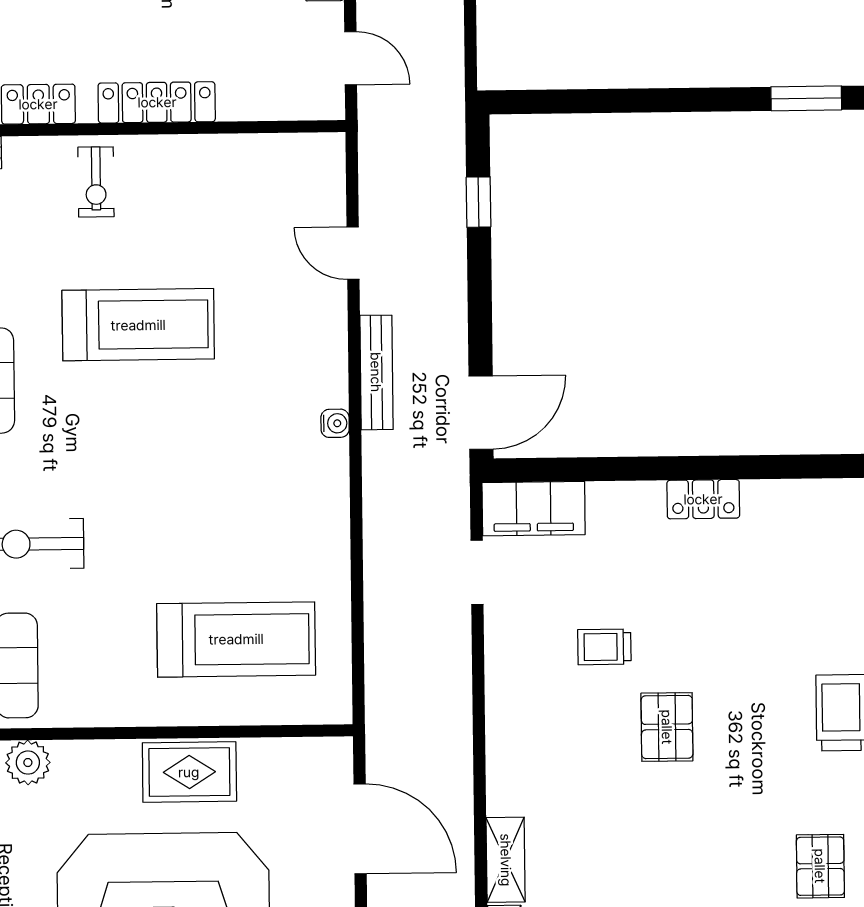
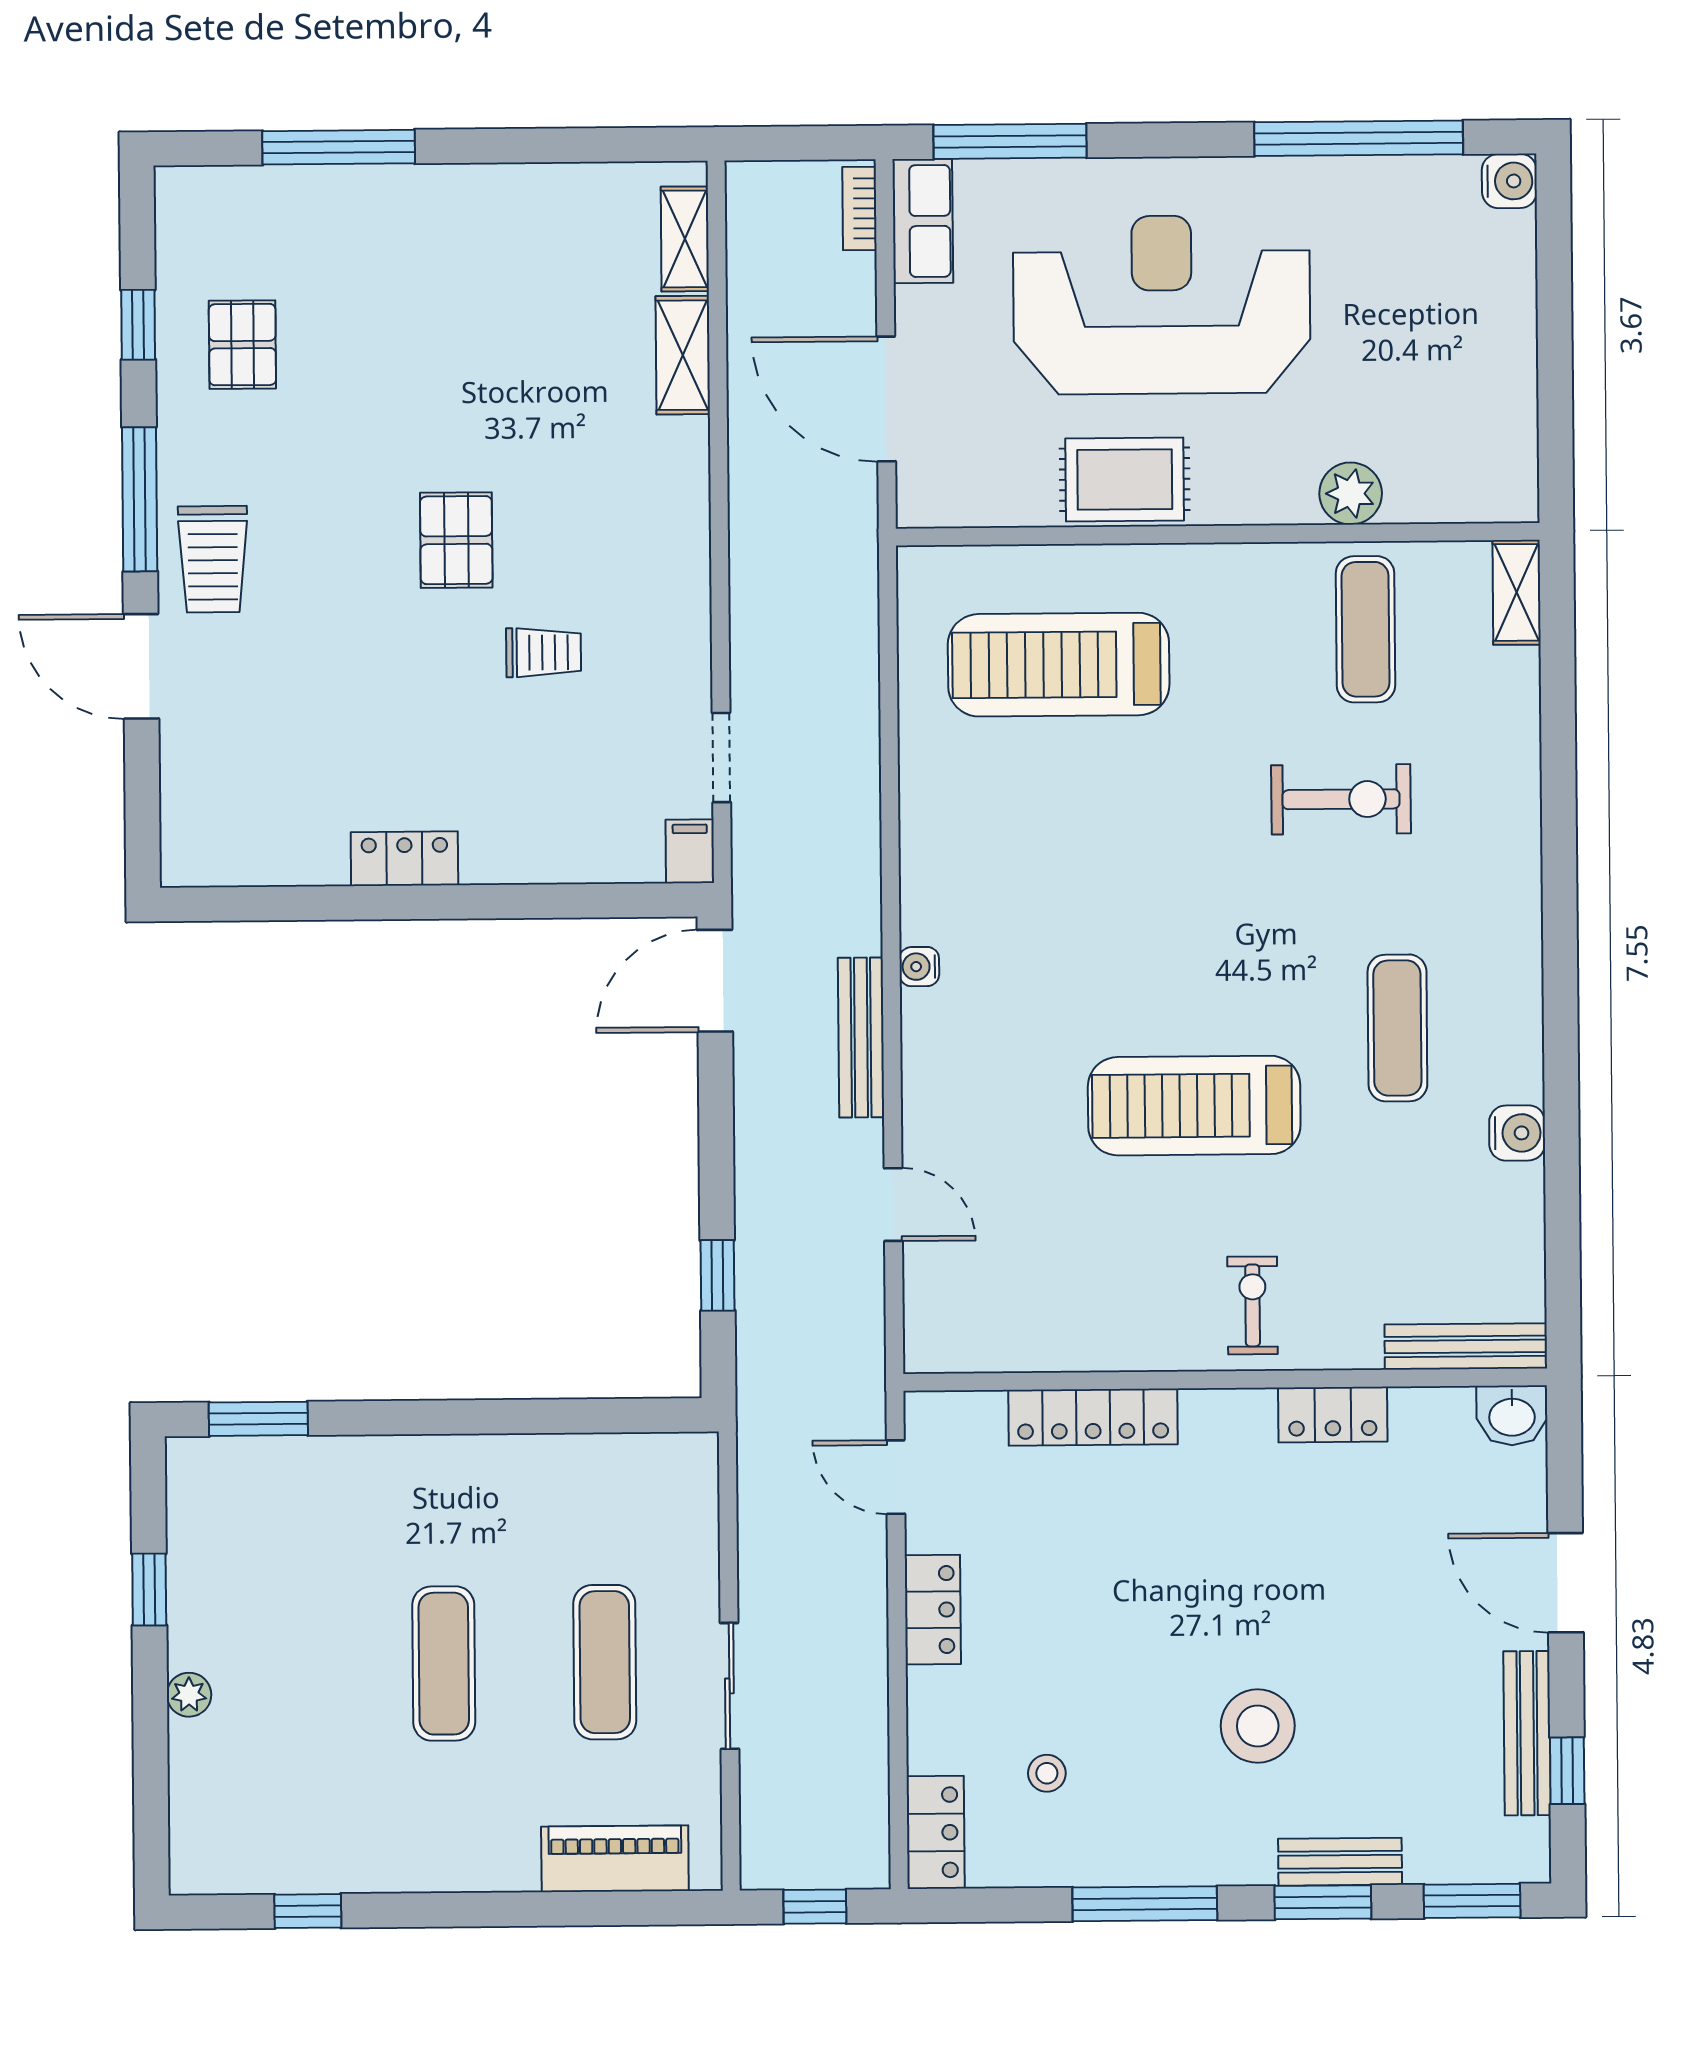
locker: (157, 102) -> (1093, 1417), moved
filing cabinet: (534, 509) -> (690, 851), width x0.33, depth x0.86

